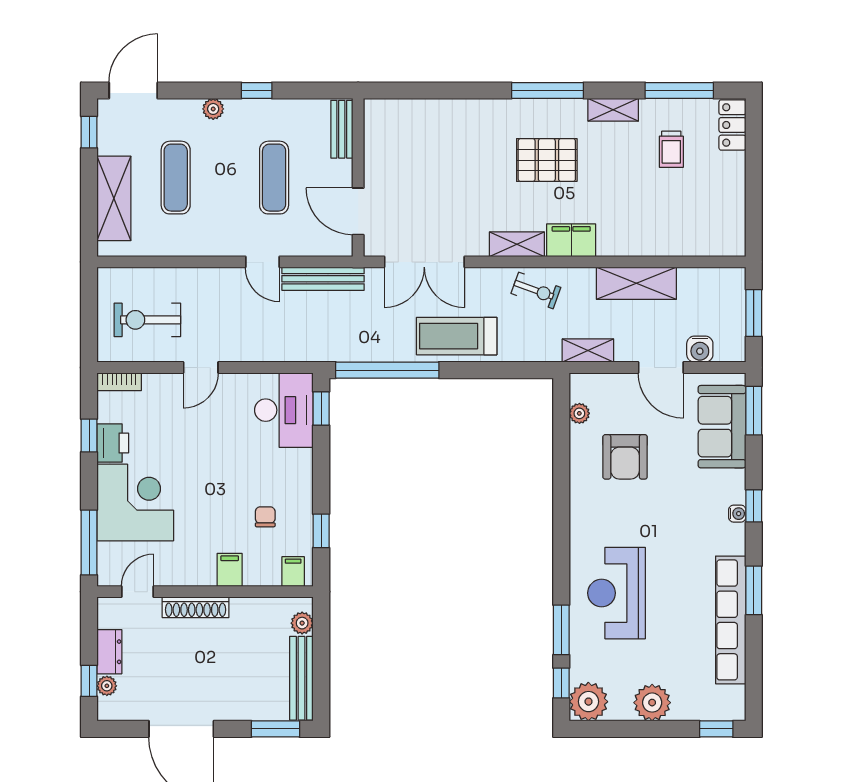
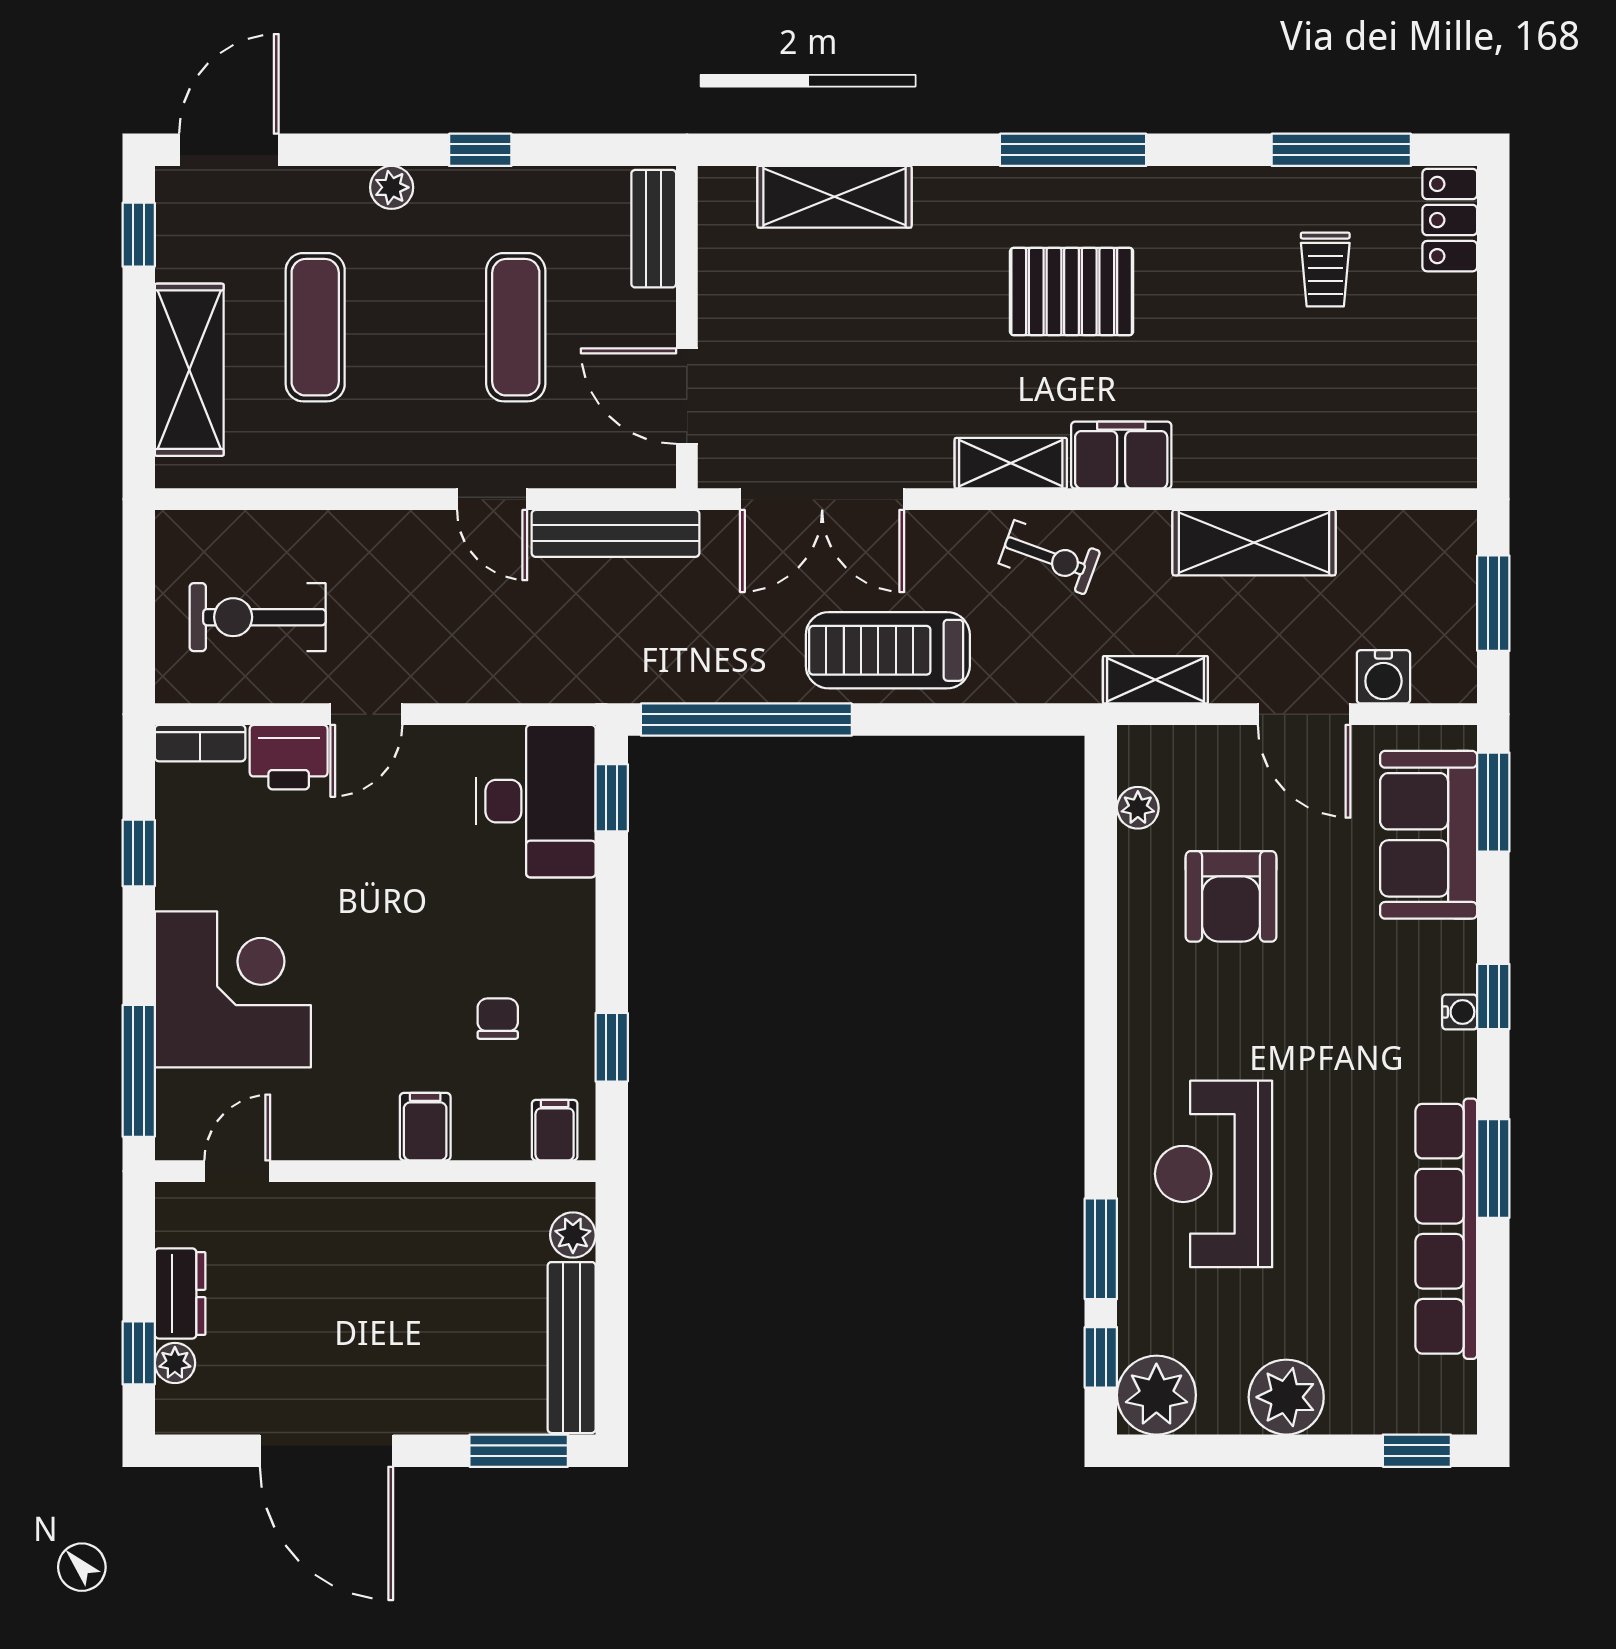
shelving: (613, 110) -> (834, 197), moved, width x1.50, depth x1.33
printer: (113, 443) -> (289, 757), moved, turned 90
shoe rack: (196, 607) -> (356, 1203), removed

